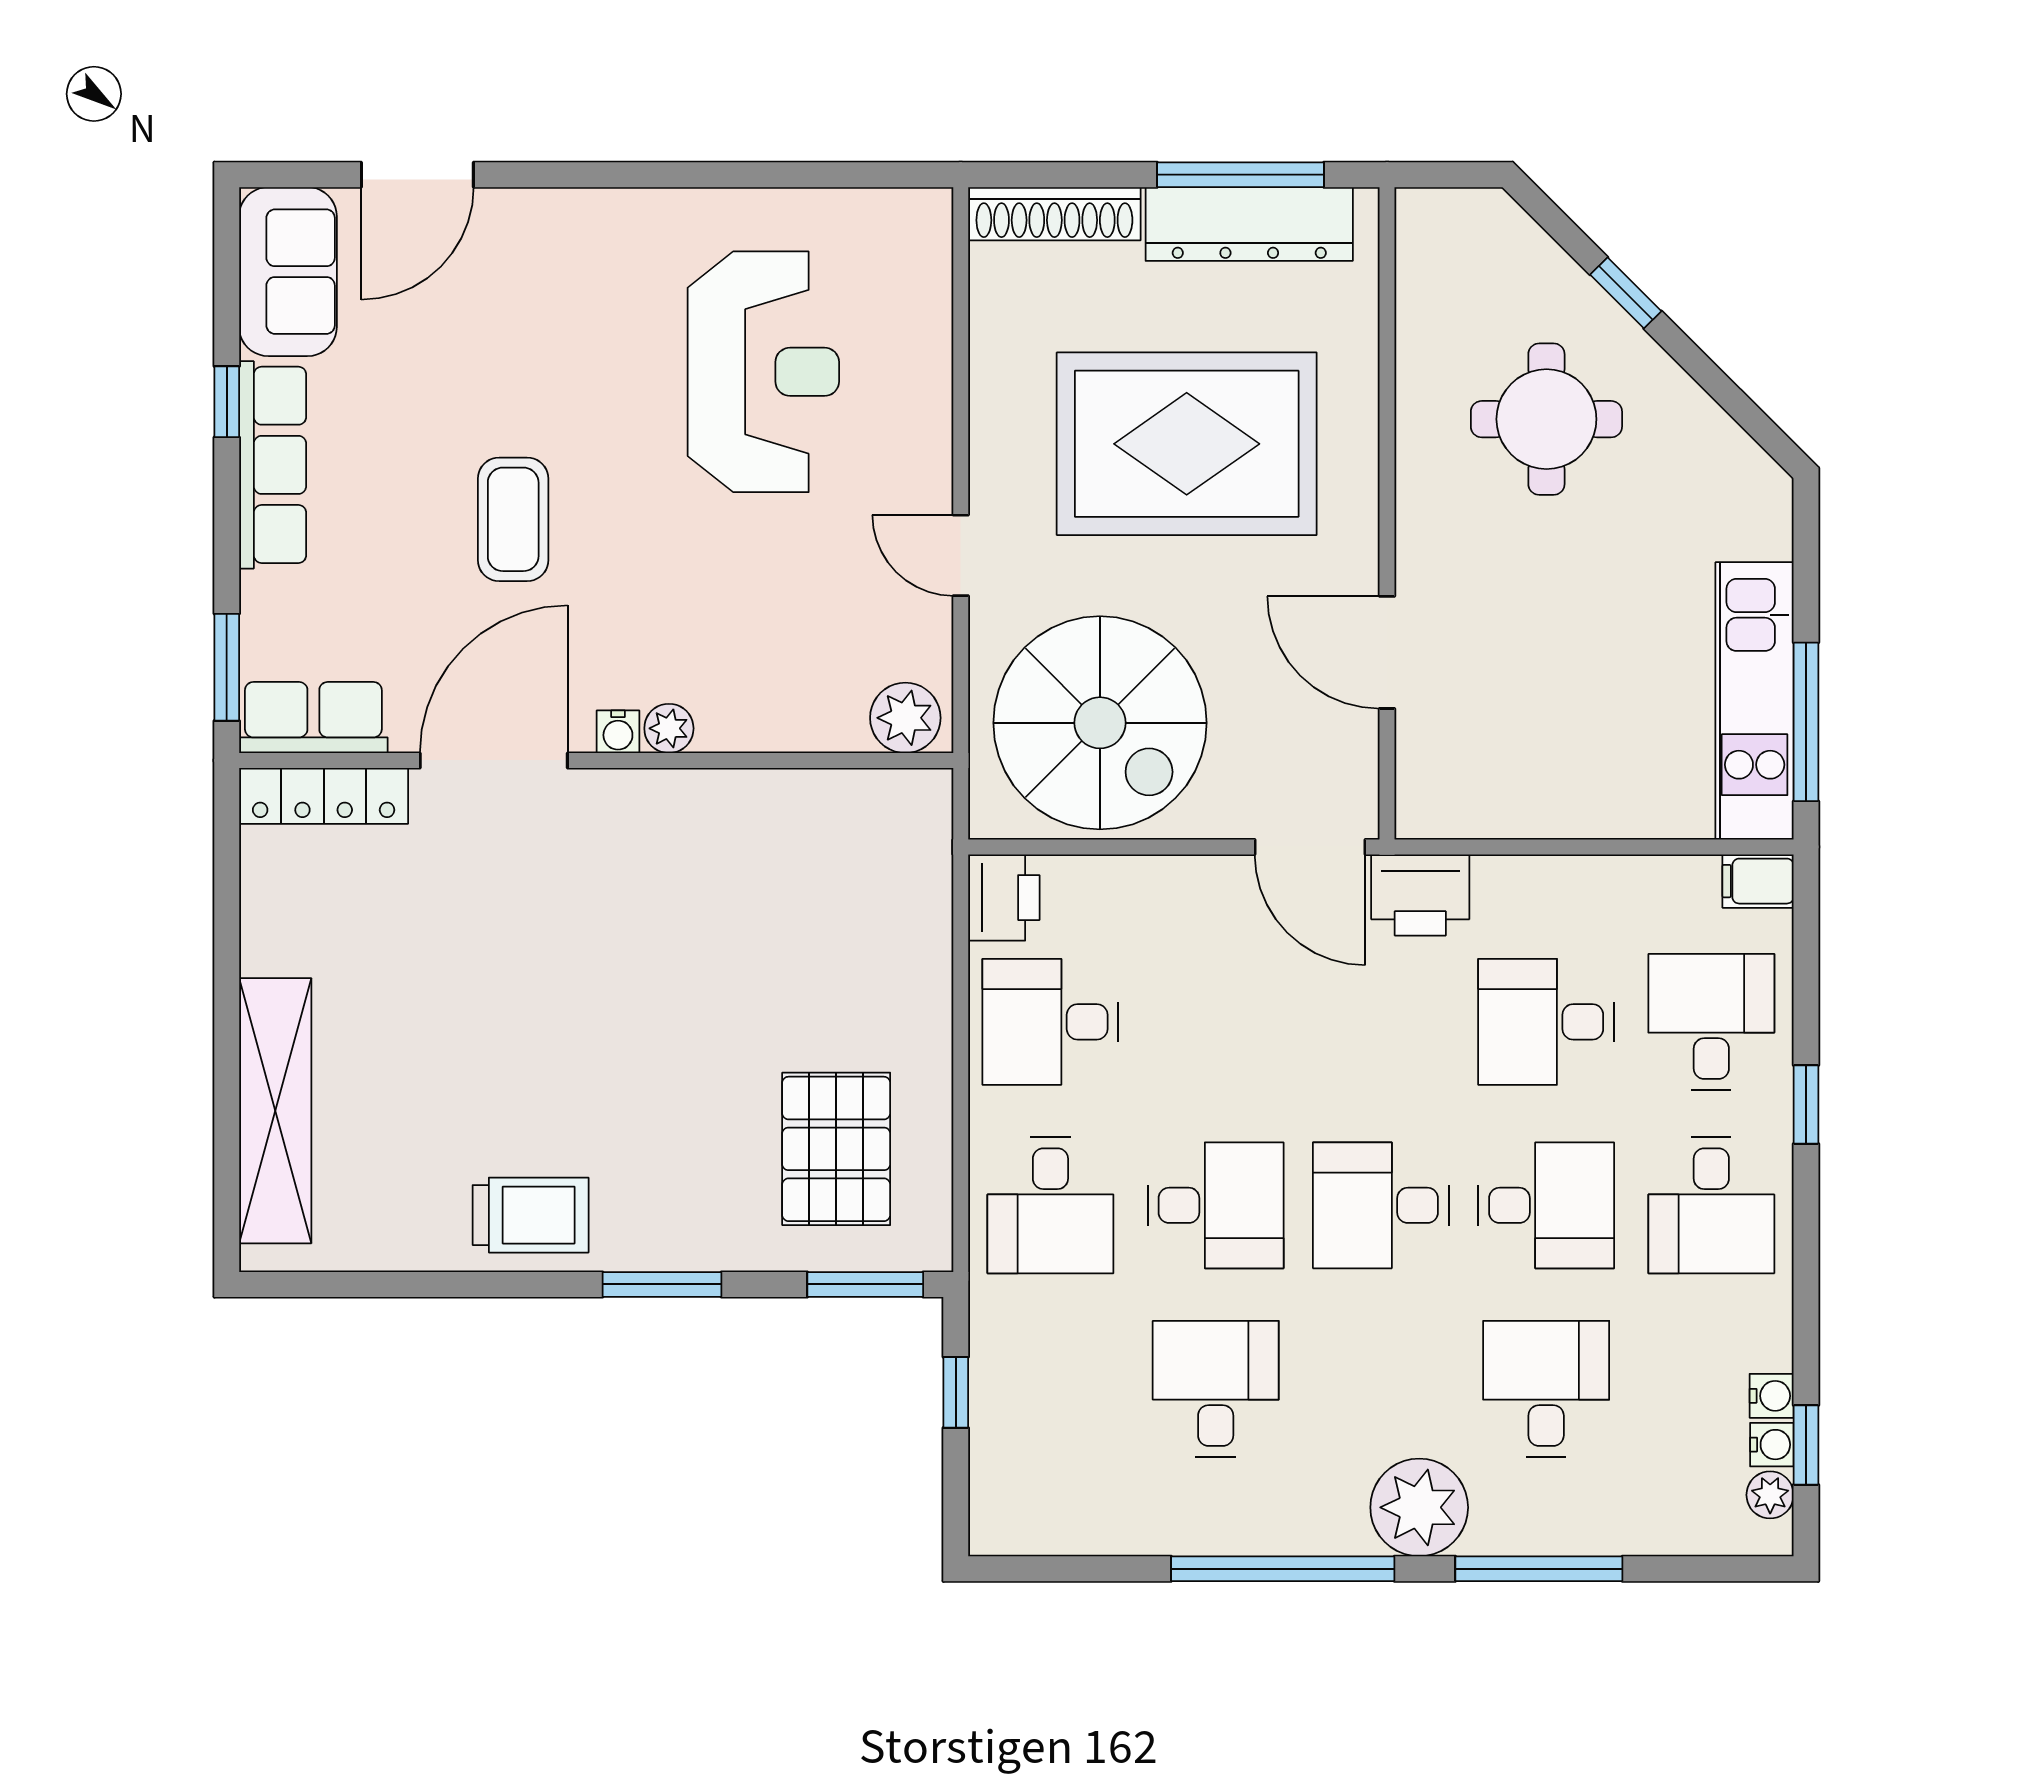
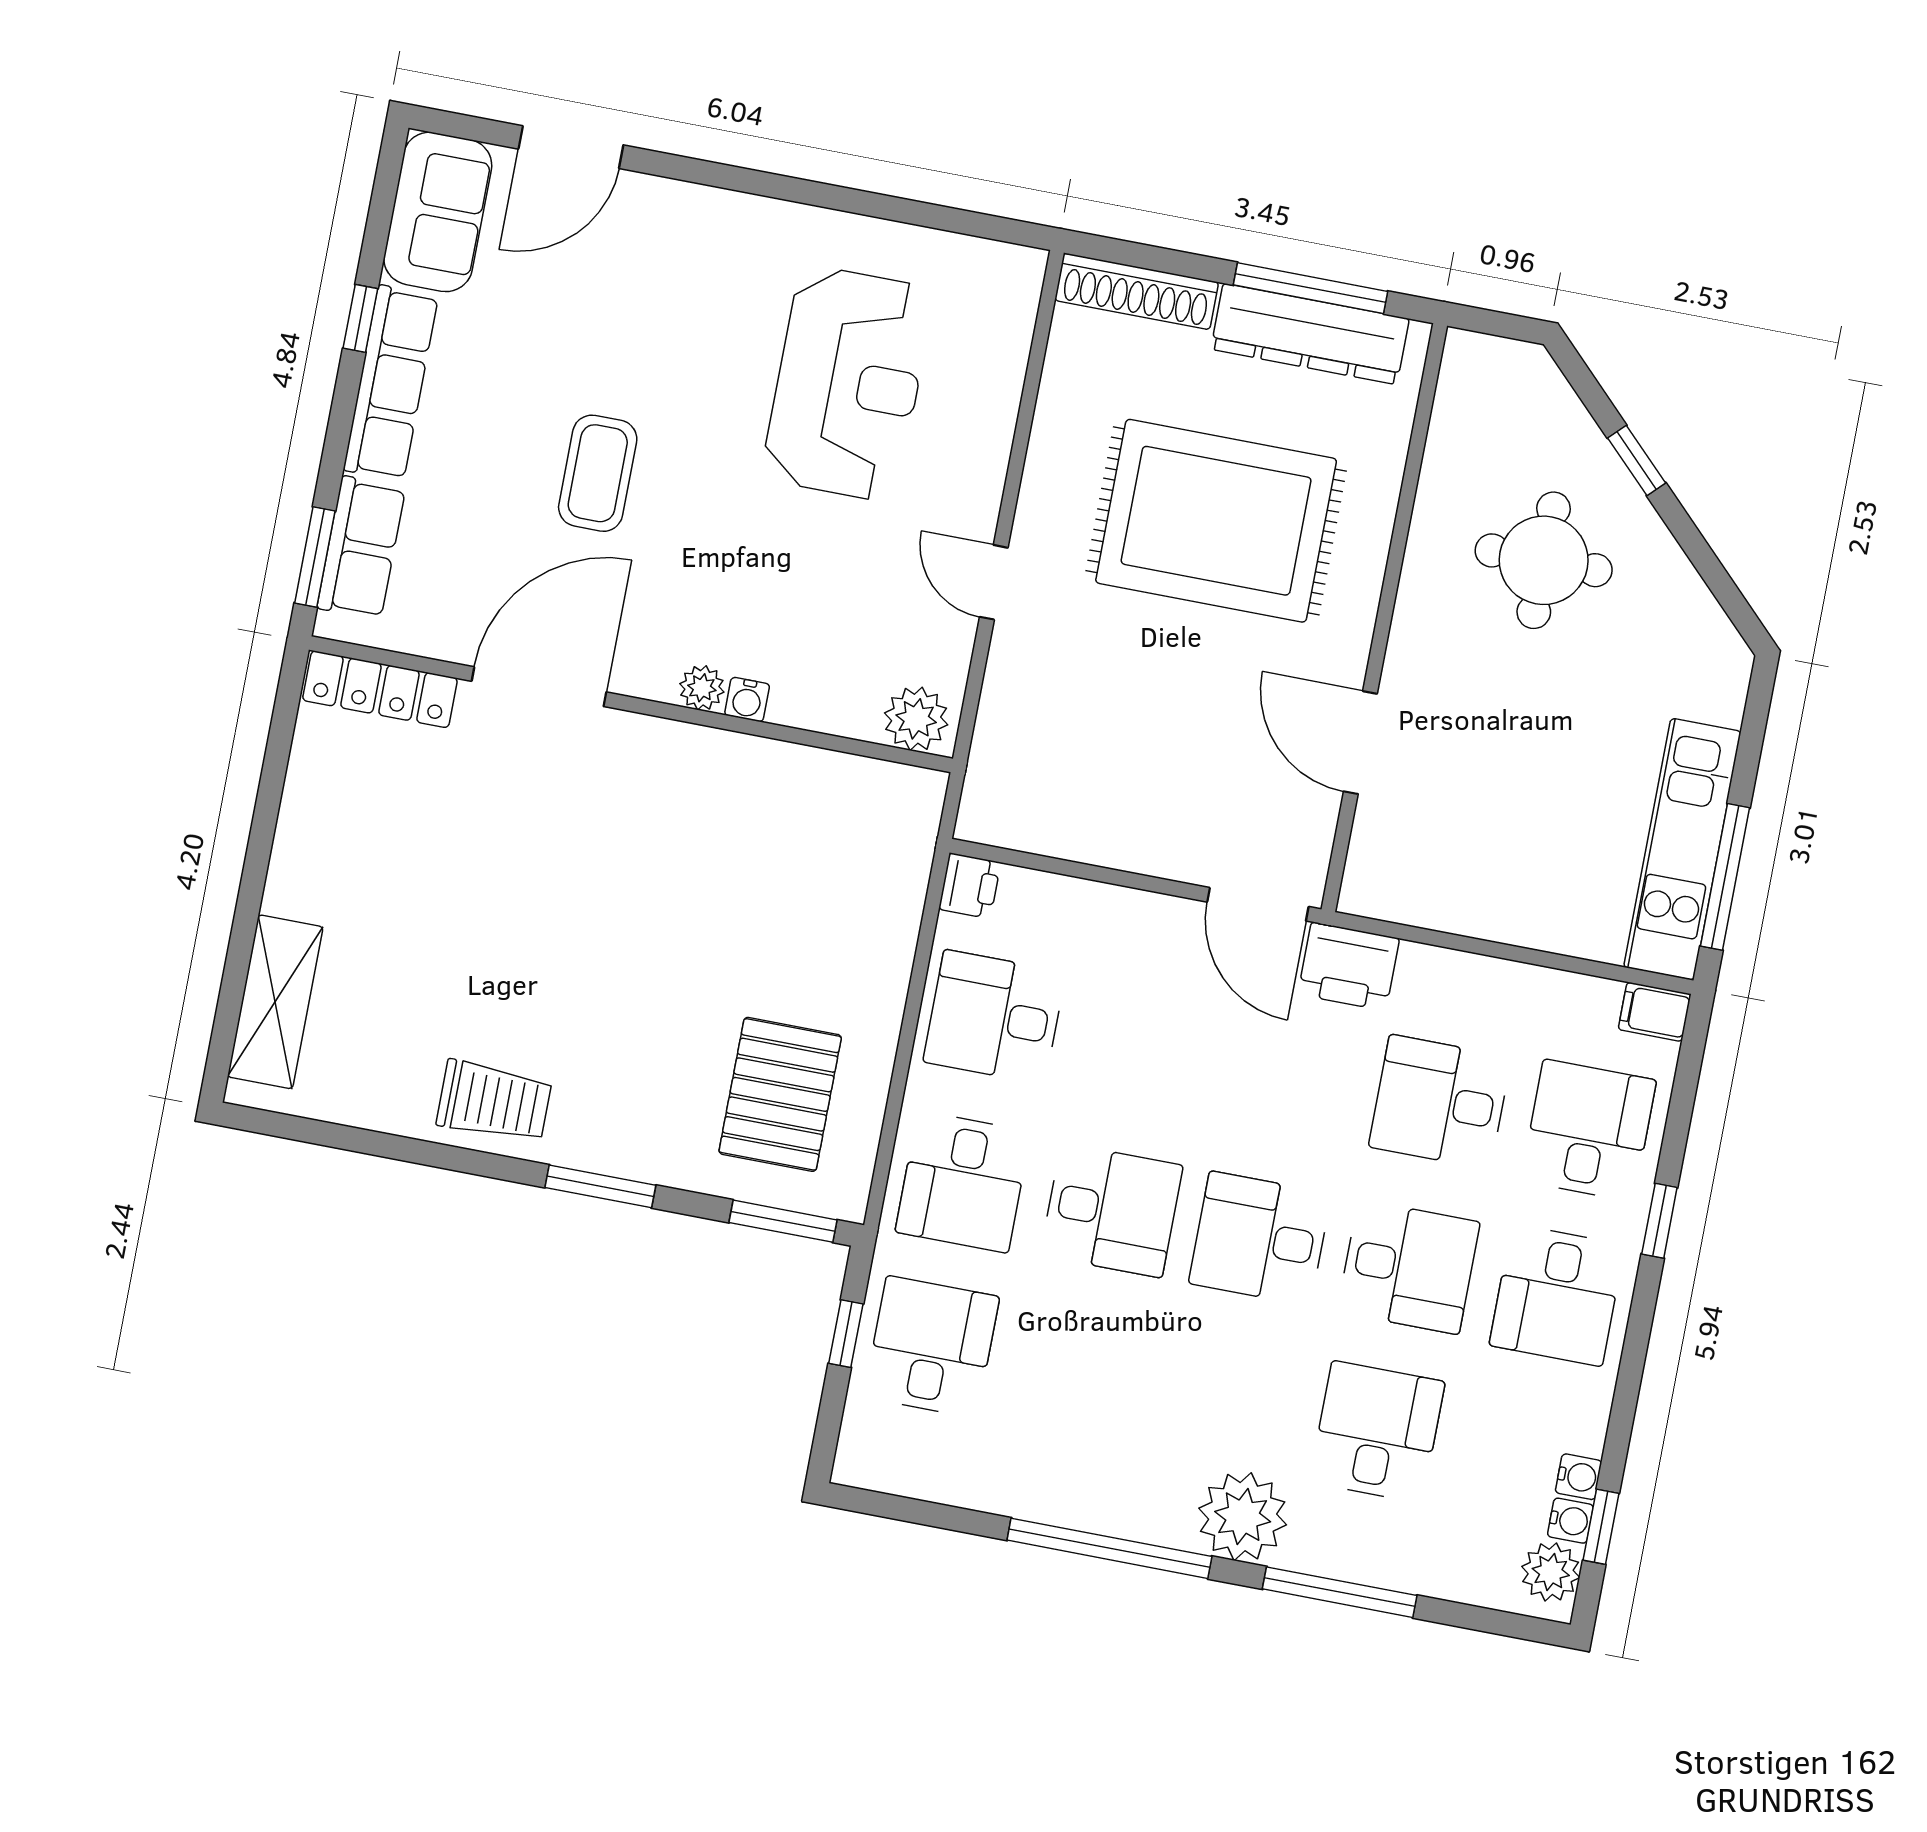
row of seats: (313, 717) -> (361, 548), moved, turned 90
spiral stairs: (1100, 723) -> (1090, 757), removed
water cooler: (618, 732) -> (747, 700), moved
printer: (1004, 898) -> (970, 886), width x0.73, depth x0.81
shelving: (275, 1111) -> (275, 1002), width x0.68
desk: (1216, 1389) -> (932, 1347), moved
plant: (1770, 1495) -> (1551, 1572), width x1.38, depth x1.38

